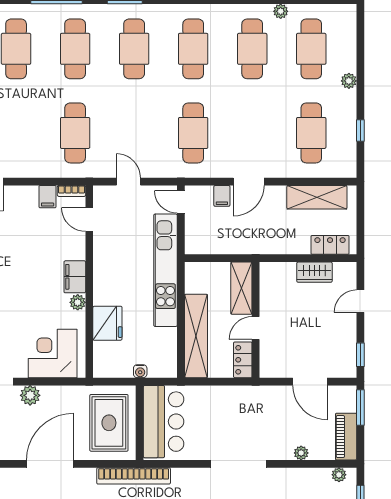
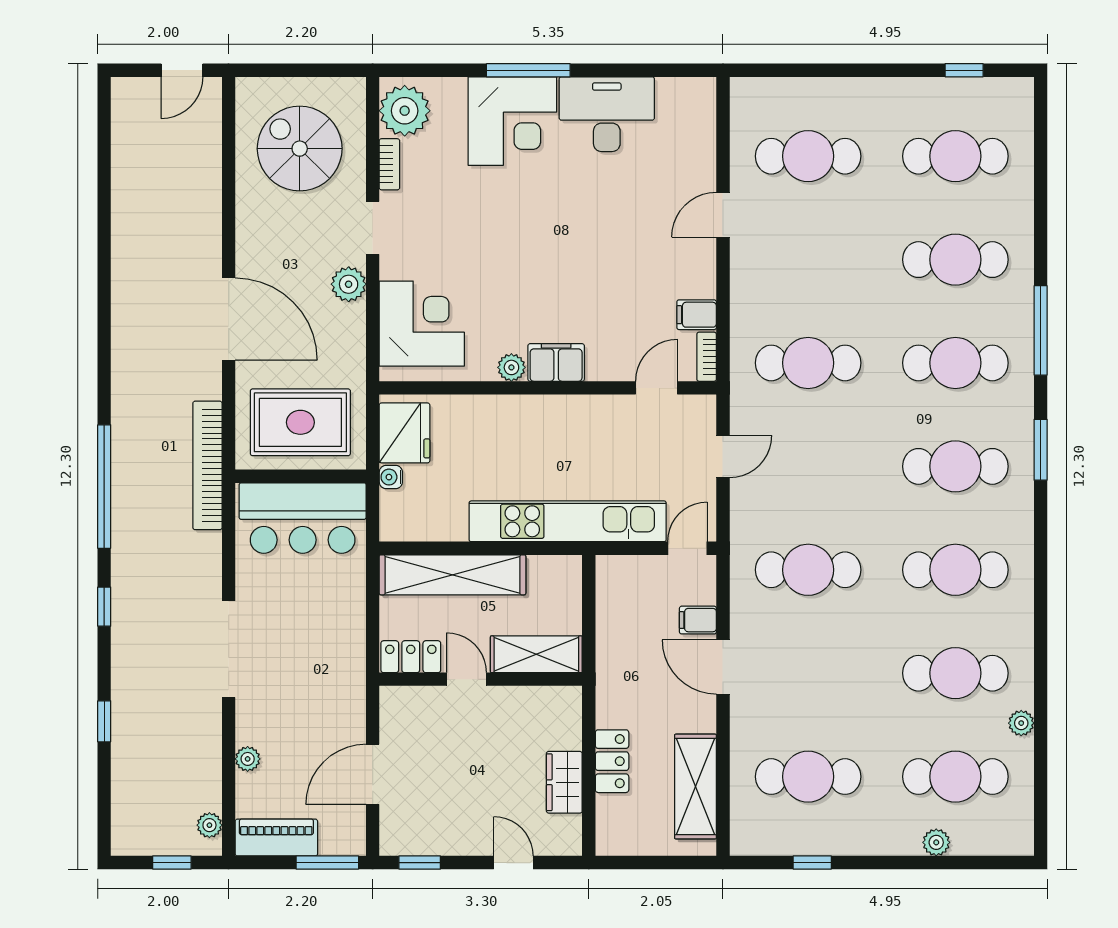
plant: (349, 81) -> (936, 842), moved
locker: (330, 245) -> (612, 761), moved
fridge: (107, 323) -> (405, 433), moved, turned -90

